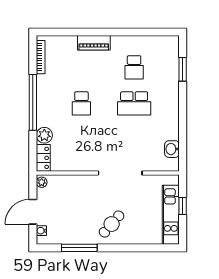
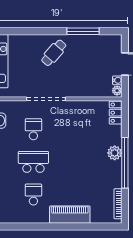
piano: (94, 43) -> (70, 215), width x1.37, depth x1.33
school desk: (81, 103) -> (33, 129), moved
plant: (44, 135) -> (115, 153), moved
water cooler: (41, 231) -> (117, 80), moved

